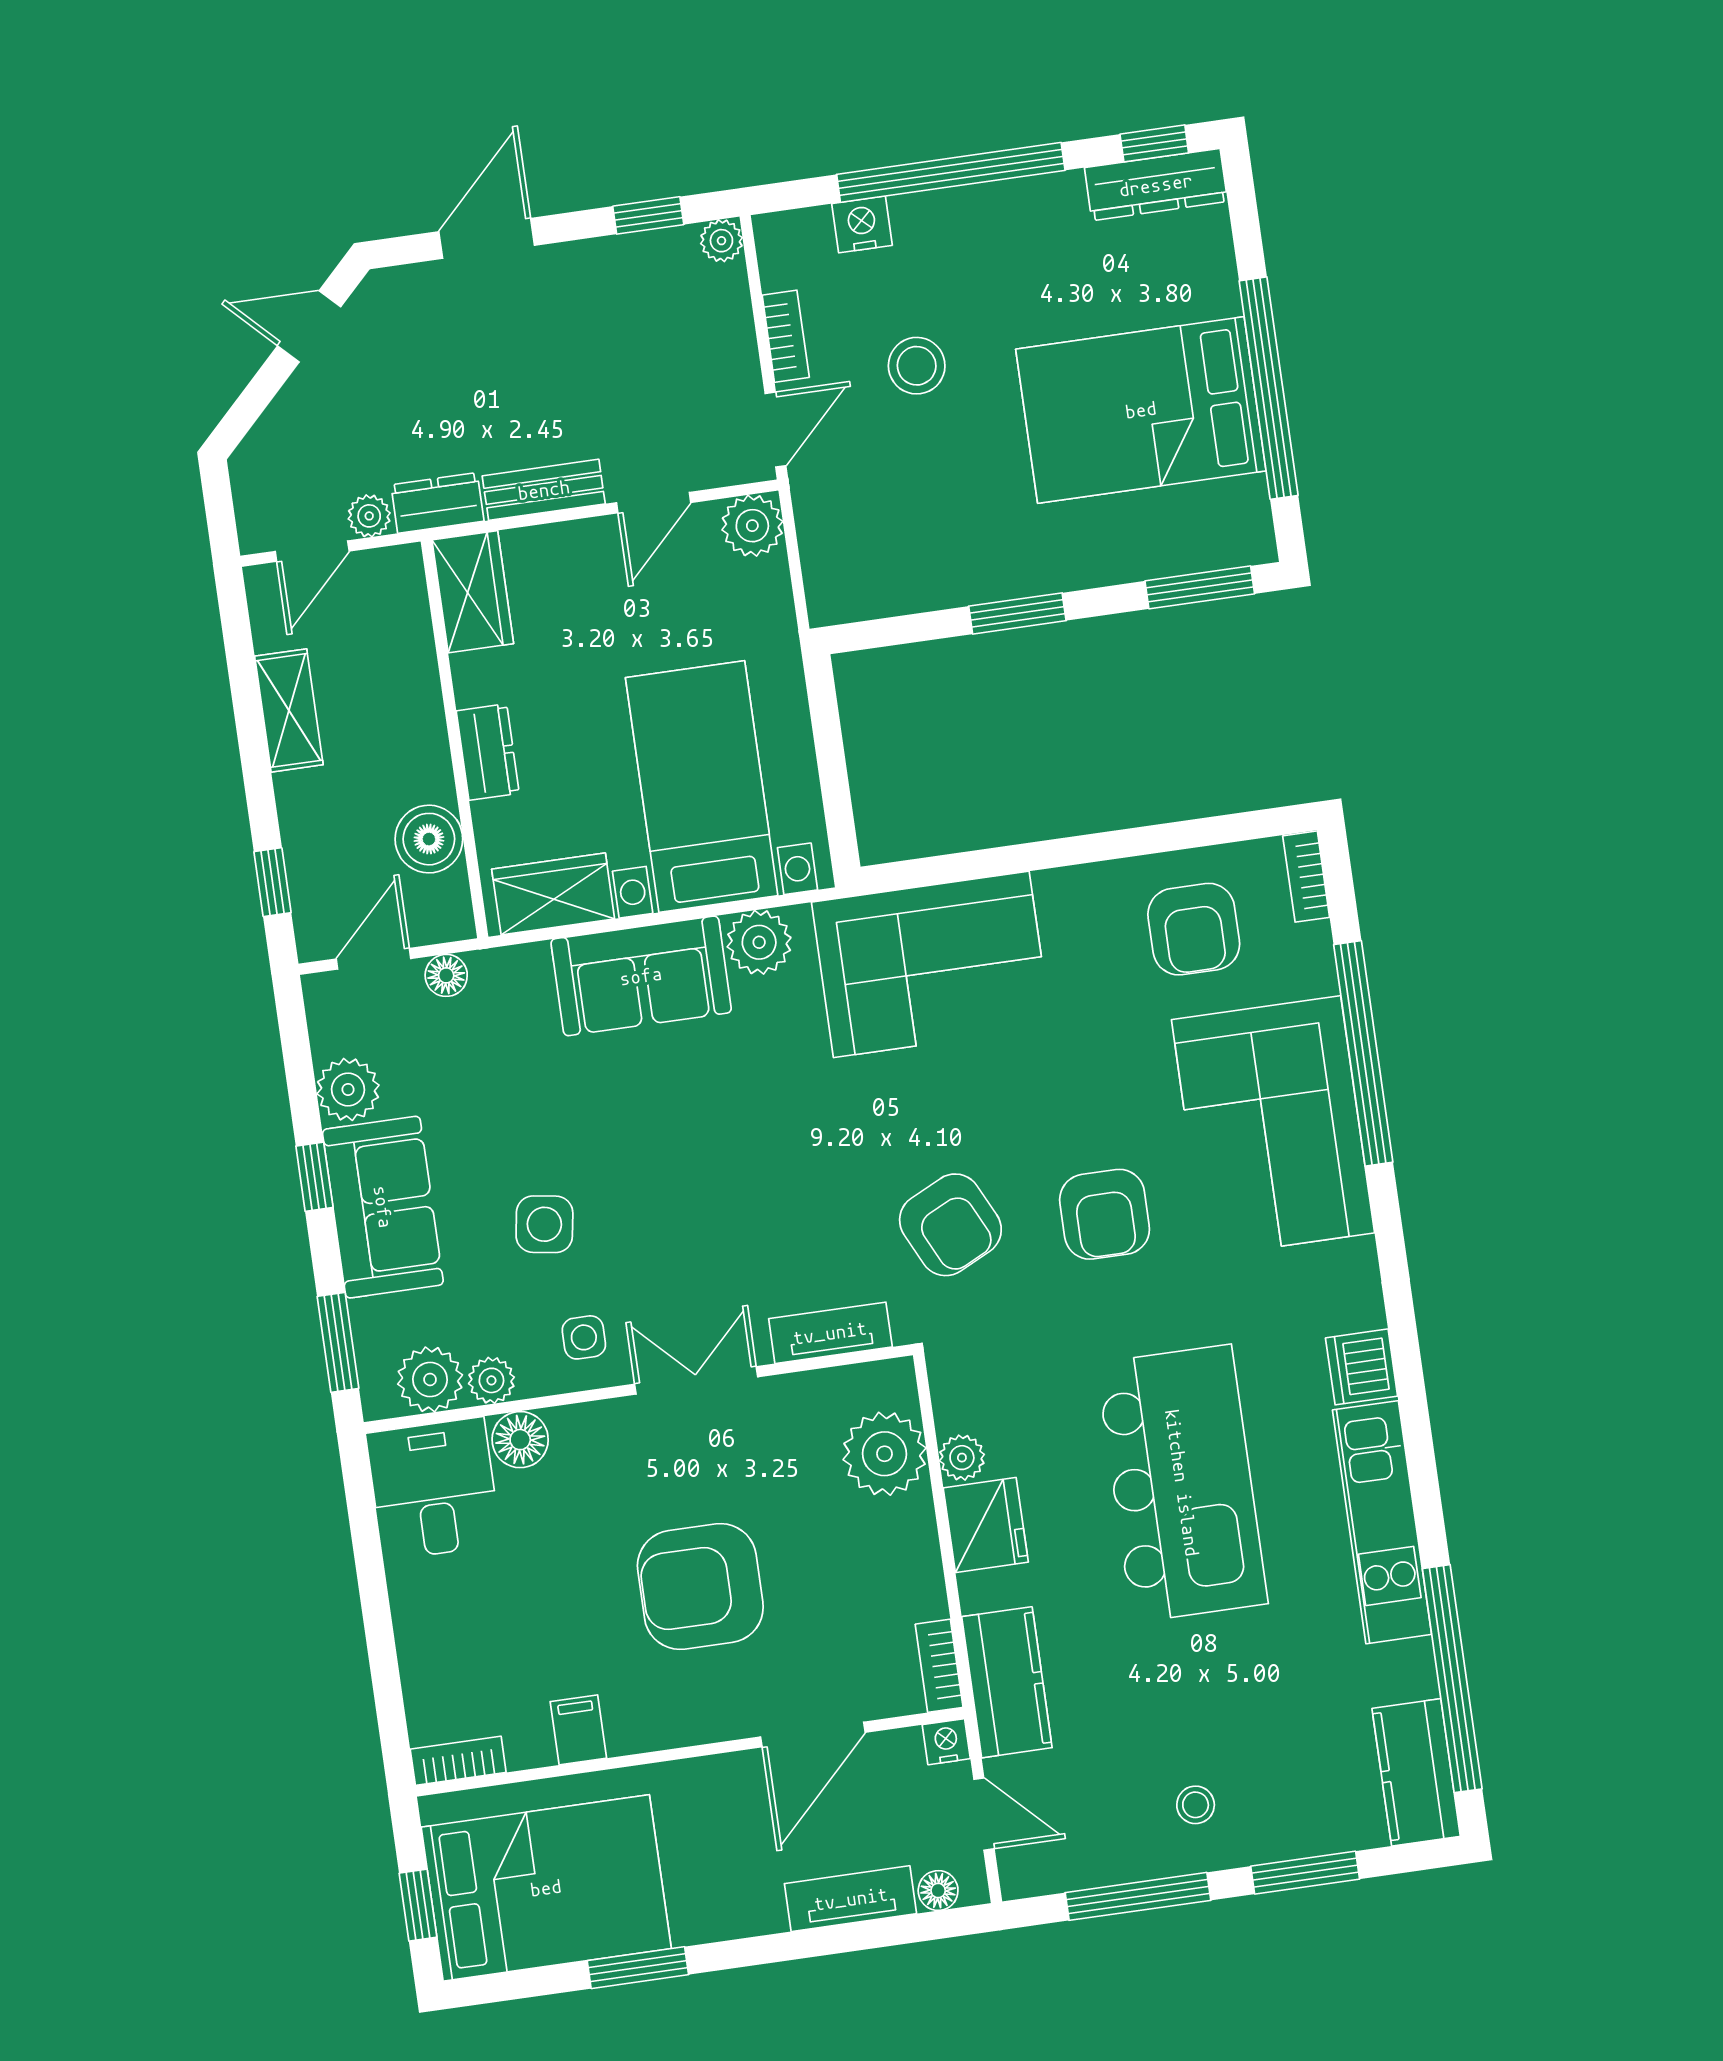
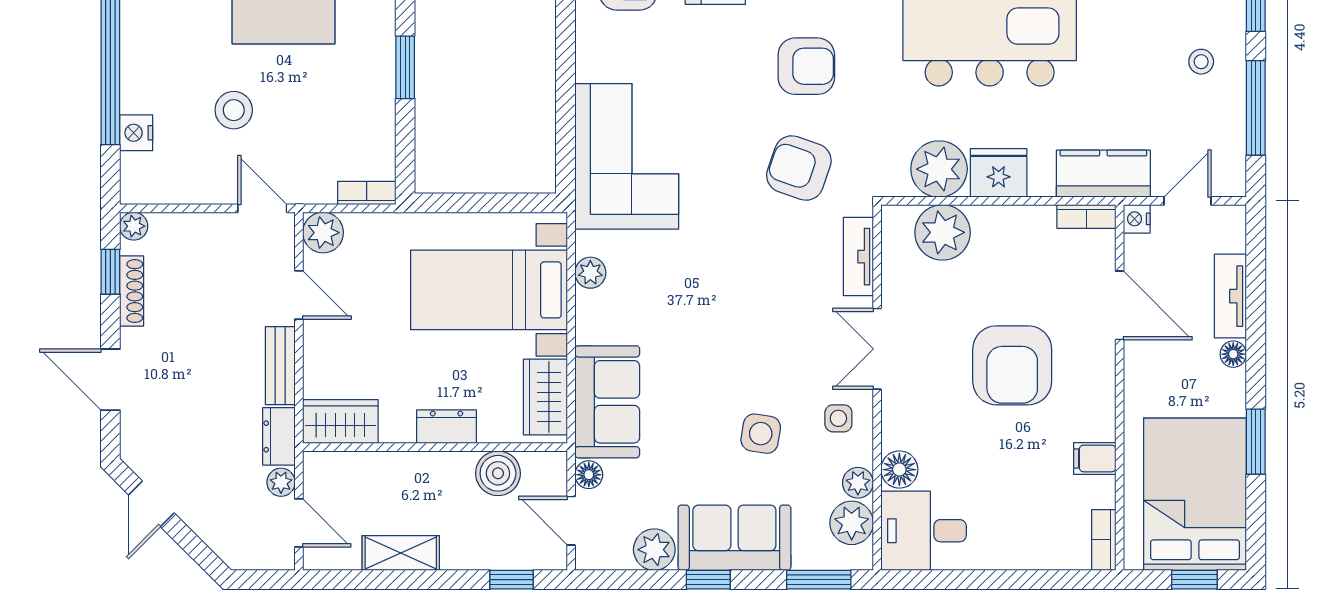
shoe rack: (624, 251) -> (132, 291), added
bookcase: (786, 336) -> (367, 193), moved
plant: (759, 942) -> (590, 273), width x0.73, depth x0.73
sofa: (641, 976) -> (607, 402), moved
armchair: (950, 1225) -> (799, 168), turned -135
plant: (962, 1458) -> (939, 169), width x1.88, depth x1.88
floor lamp: (938, 1891) -> (1233, 354), moved

